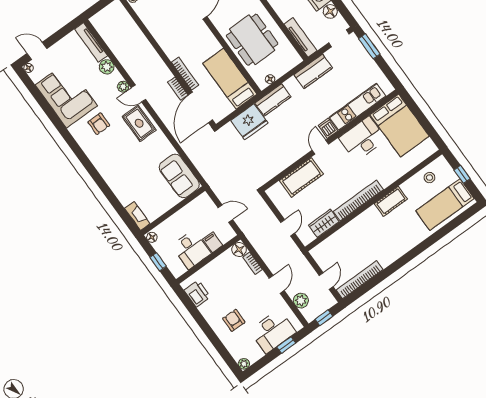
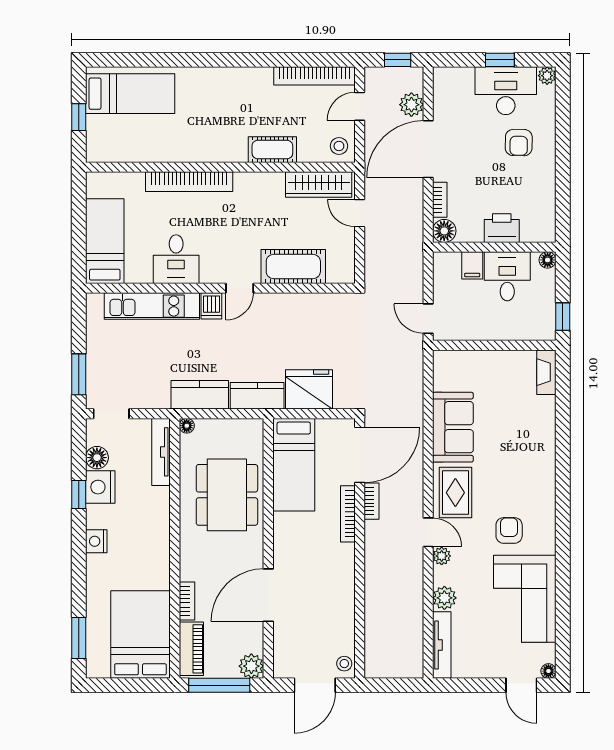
kitchen counter: (313, 71) -> (200, 395), moved
floor lamp: (270, 79) -> (187, 426), moved
bed: (400, 125) -> (105, 241), width x0.67
desk: (362, 139) -> (176, 259), width x0.73
sofa: (179, 176) -> (453, 427), moved
stool: (430, 178) -> (339, 146), moved
bookcase: (358, 200) -> (189, 182), moved
cot: (391, 201) -> (272, 150), moved
door: (225, 214) -> (428, 319), moved
wardrobe: (324, 223) -> (319, 185), width x1.50
door: (288, 228) -> (360, 213), hinge flipped
floor lamp: (152, 237) -> (548, 260), moved
window: (158, 262) -> (563, 317), moved
door: (277, 284) -> (428, 149), width x1.88
printer: (197, 294) -> (502, 228), moved, turned 90
desk: (273, 331) -> (506, 91), moved
window: (286, 345) -> (500, 60), moved

